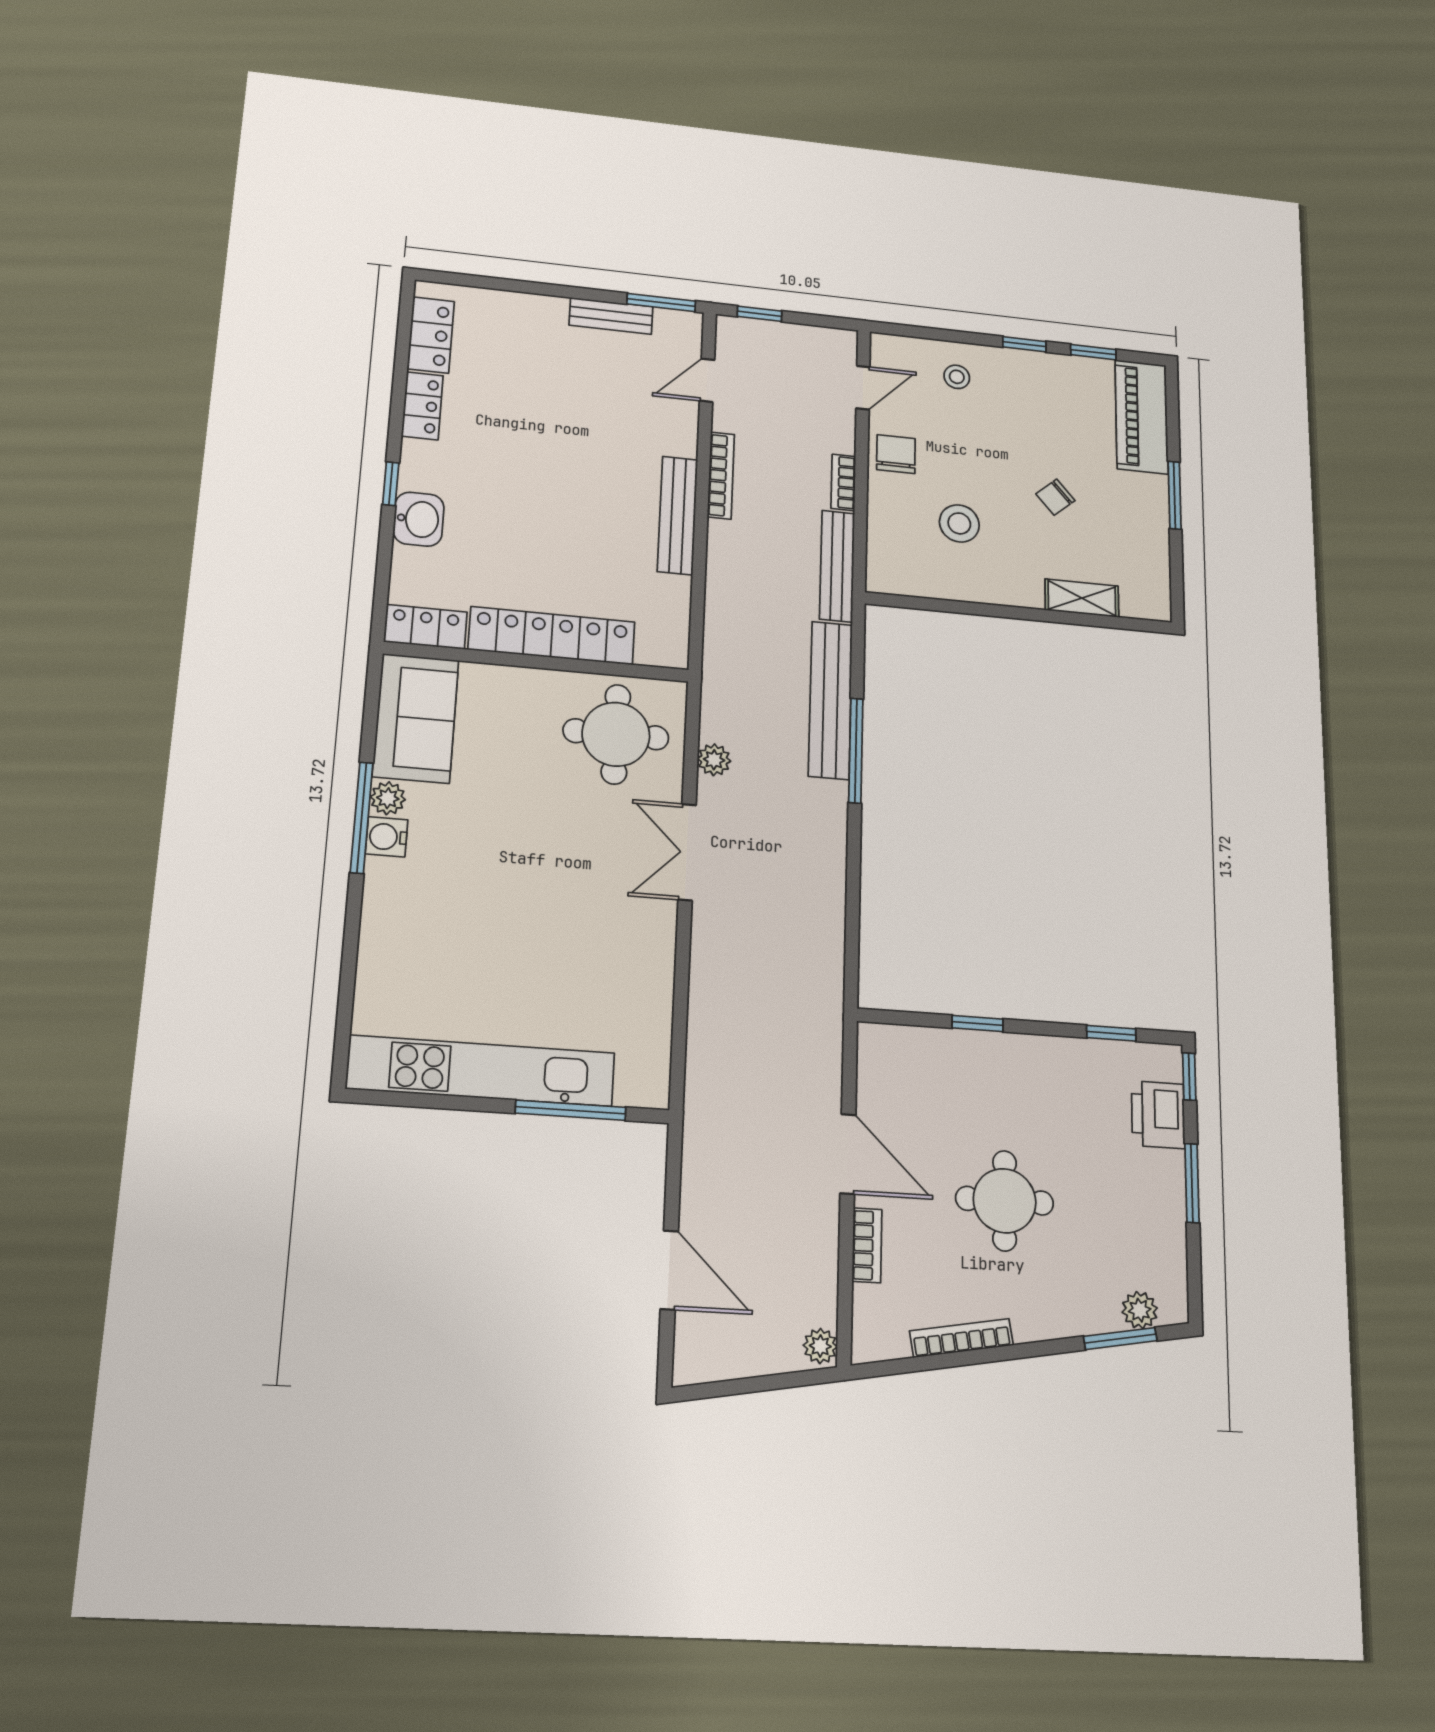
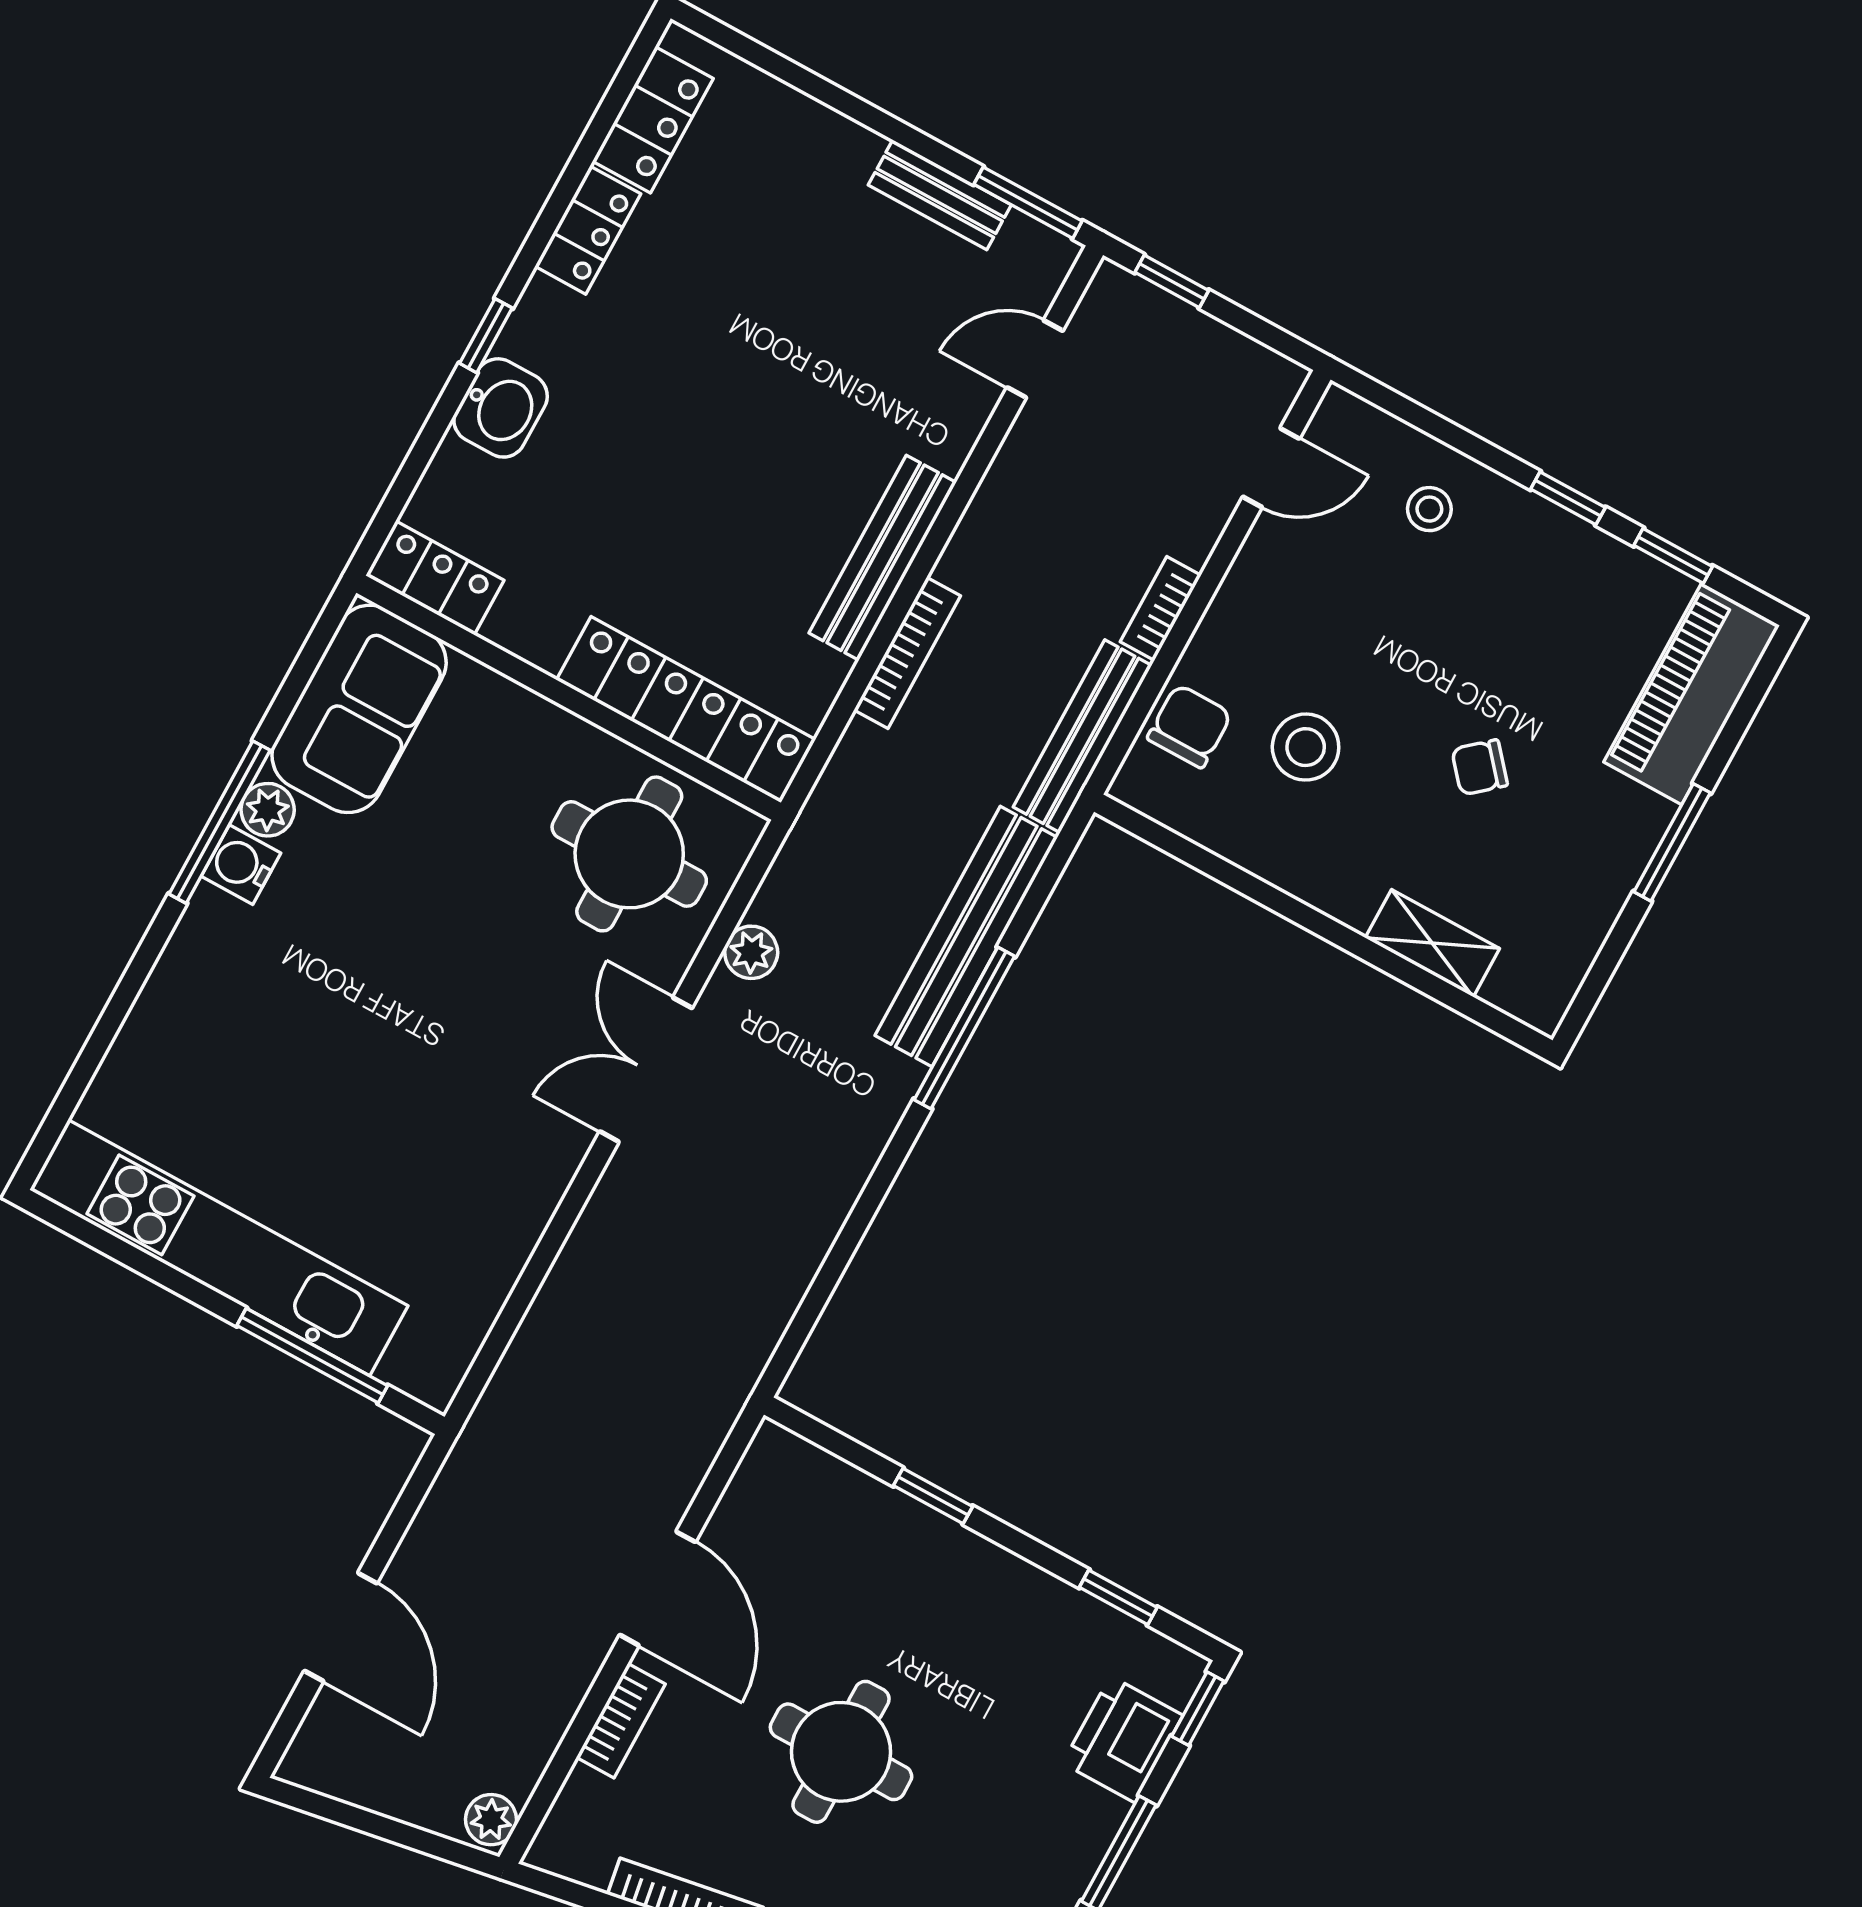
chair: (896, 454) -> (1190, 726), moved
bookcase: (721, 475) -> (907, 653), moved
locker: (552, 636) -> (686, 710), moved

